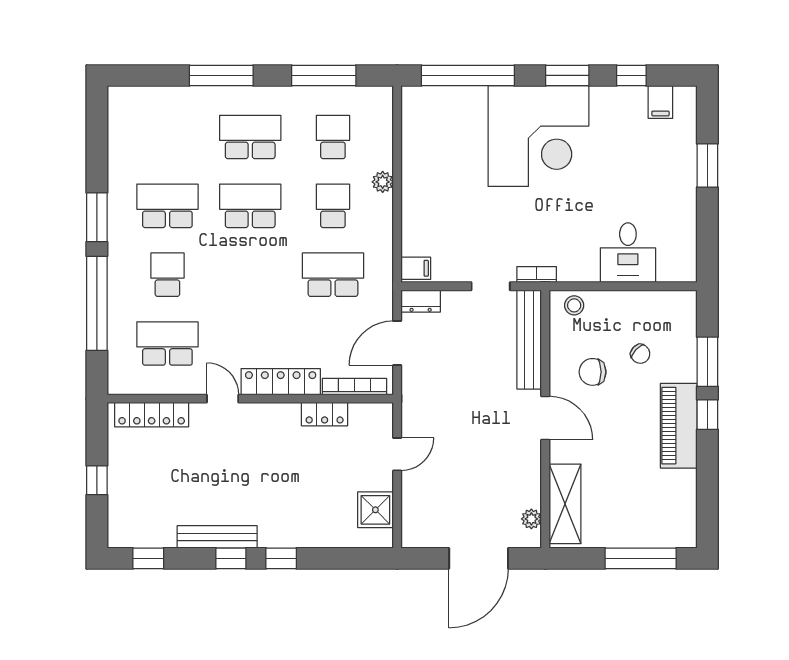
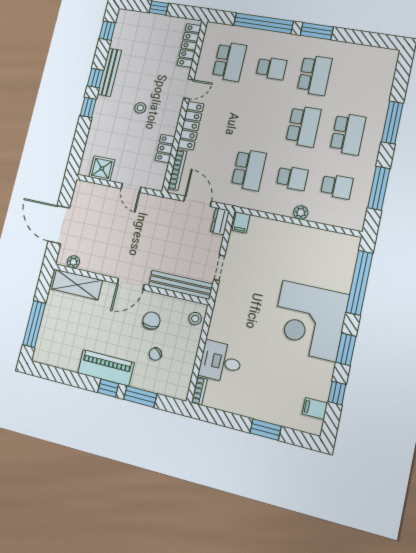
bookcase: (537, 274) -> (199, 391), moved
stool: (267, 471) -> (140, 108), added

